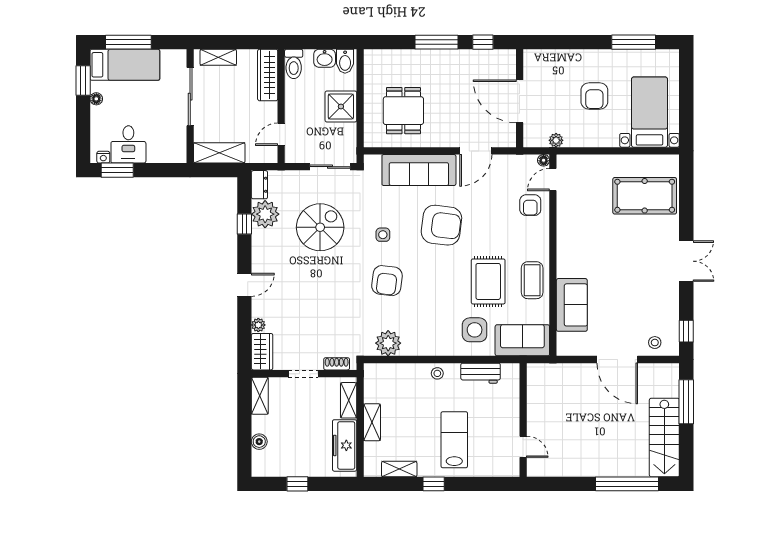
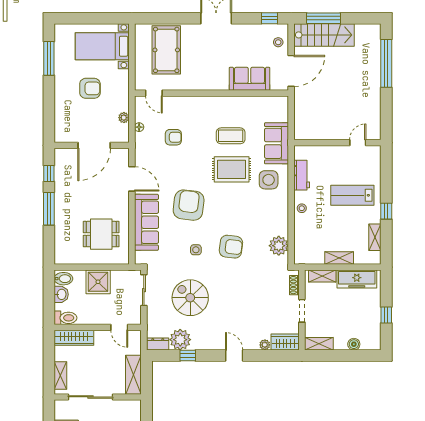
door: (553, 180) -> (154, 93), moved
wall: (553, 255) -> (212, 93), moved
sofa: (572, 305) -> (250, 79), moved
stairs: (664, 438) -> (324, 35), moved

